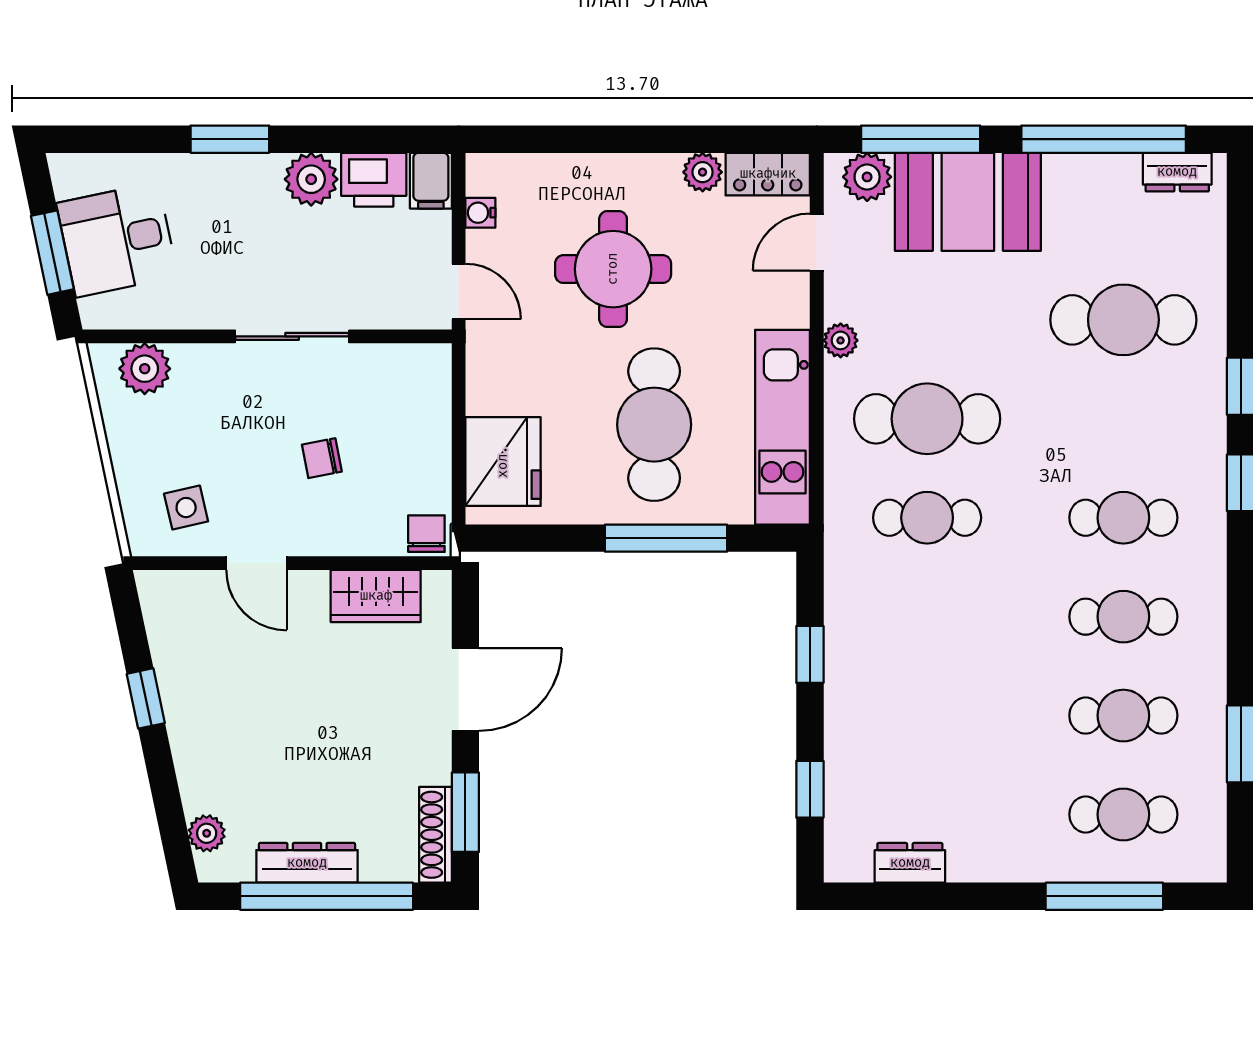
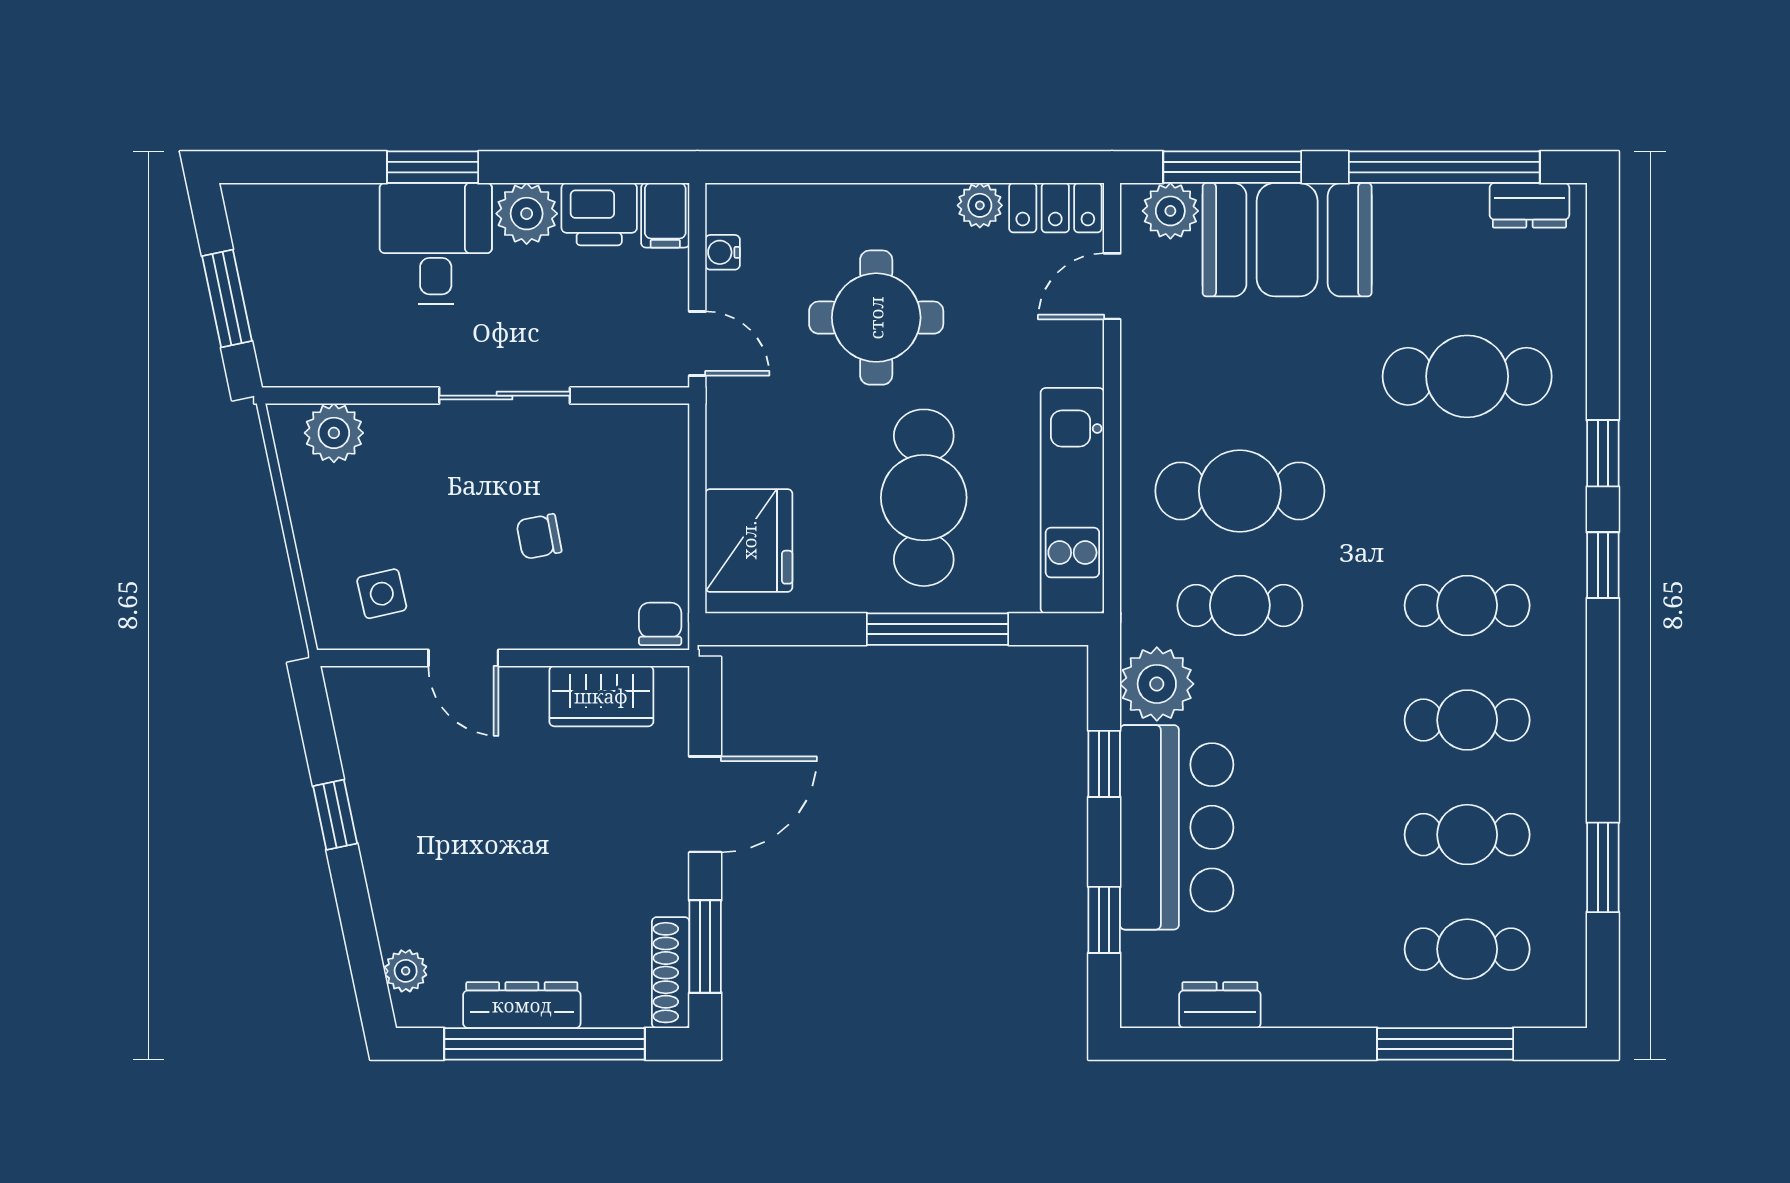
desk: (117, 240) -> (436, 243), moved, turned 102
plant: (841, 340) -> (1157, 684), moved, width x1.87, depth x1.87
bar counter: (873, 709) -> (1177, 827), added

